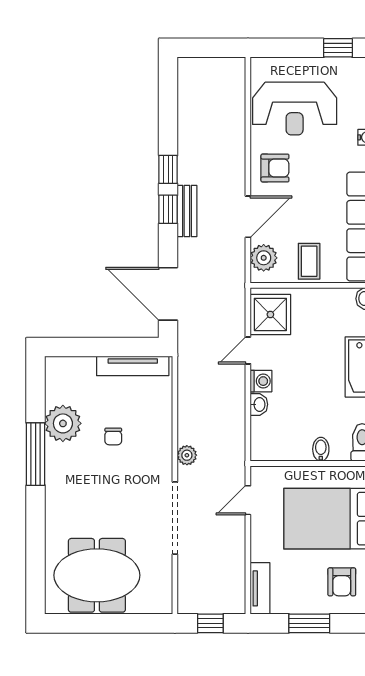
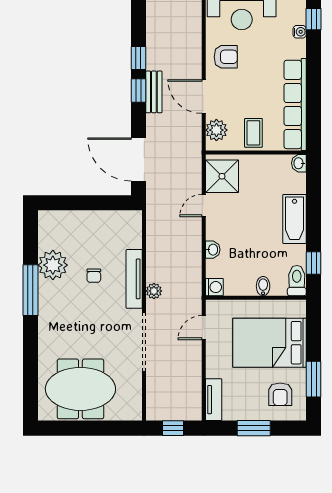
door: (248, 217) -> (204, 97), swing flipped
tv unit: (133, 366) -> (134, 279), moved, turned 90
washing machine: (261, 381) -> (214, 287), moved

